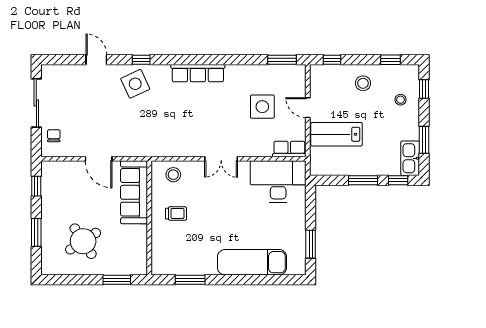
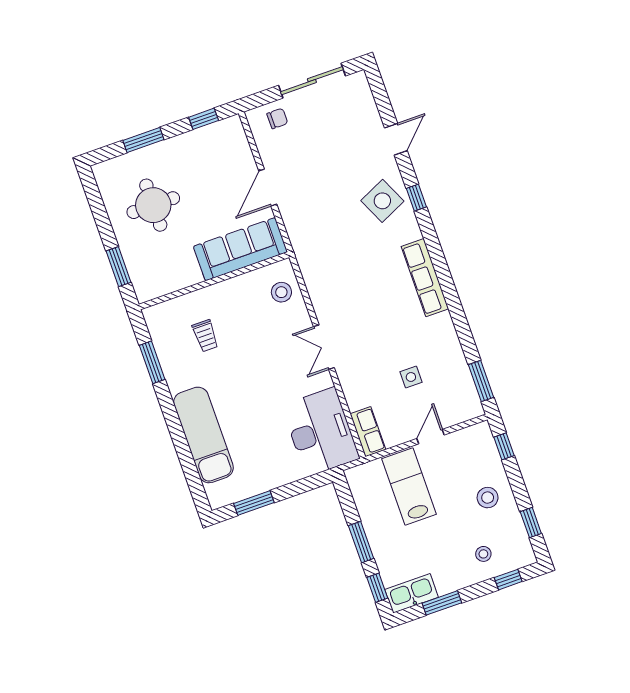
side table: (262, 107) -> (411, 377), width x0.54, depth x0.54
trolley: (176, 214) -> (205, 336), moved
round table: (83, 241) -> (153, 205), turned 33

